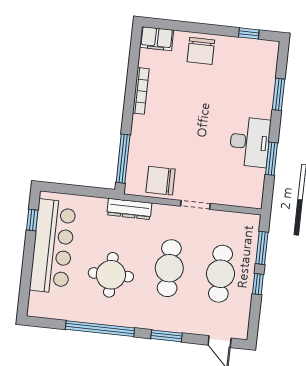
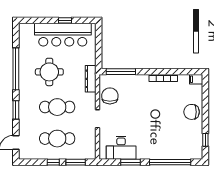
filing cabinet: (157, 39) -> (196, 79), width x0.50
window: (279, 94) -> (170, 162), width x2.11
desk: (250, 142) -> (121, 148), moved
window: (32, 220) -> (65, 20), moved

